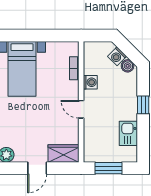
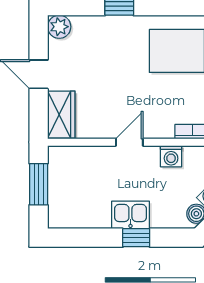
kitchen sink: (128, 133) -> (130, 215), moved

